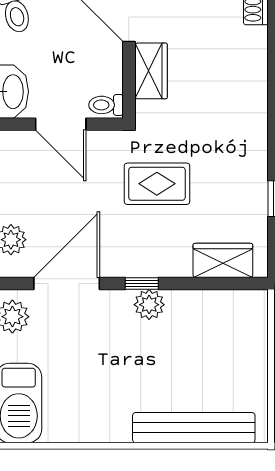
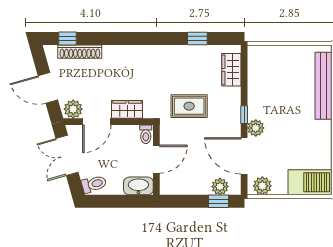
rug: (157, 184) -> (189, 106), turned 90
plant: (149, 305) -> (256, 128), moved

